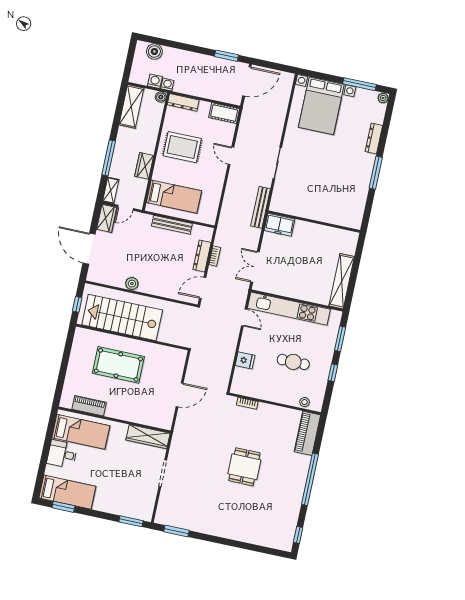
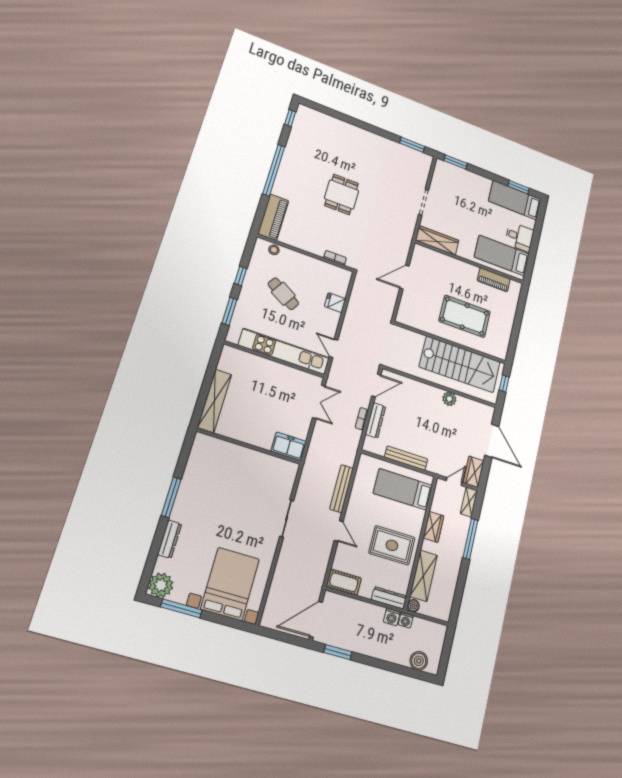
washing machine: (155, 81) -> (392, 617), moved
plant: (383, 98) -> (161, 585), width x1.88, depth x1.88
shelving: (131, 106) -> (423, 576), moved
bench: (261, 207) -> (342, 489), moved
shelving: (342, 281) -> (214, 401), moved
cafe table: (293, 362) -> (283, 294), turned 31

